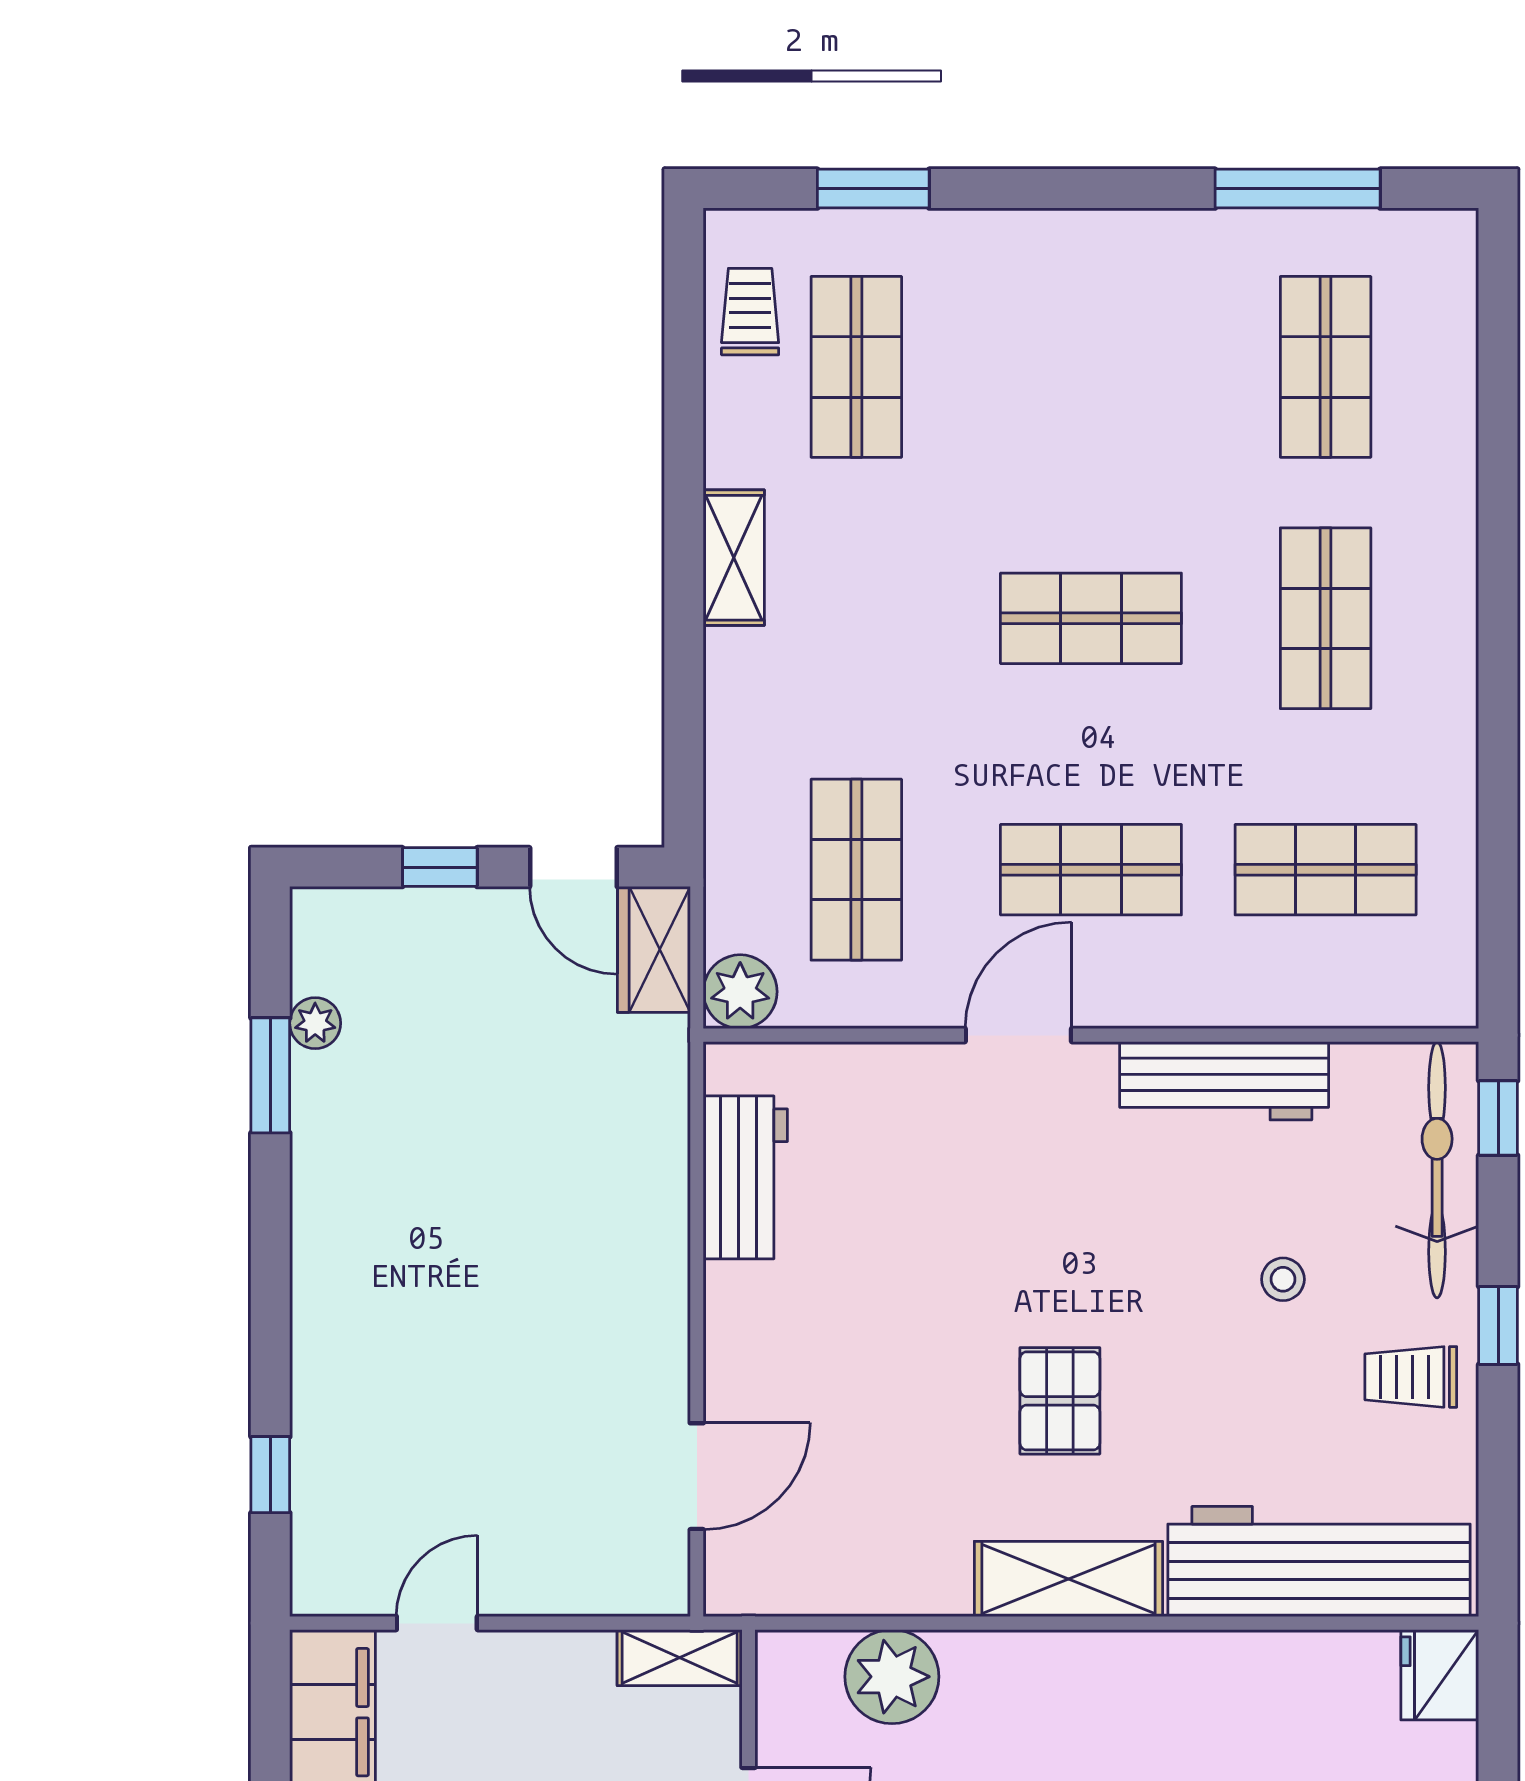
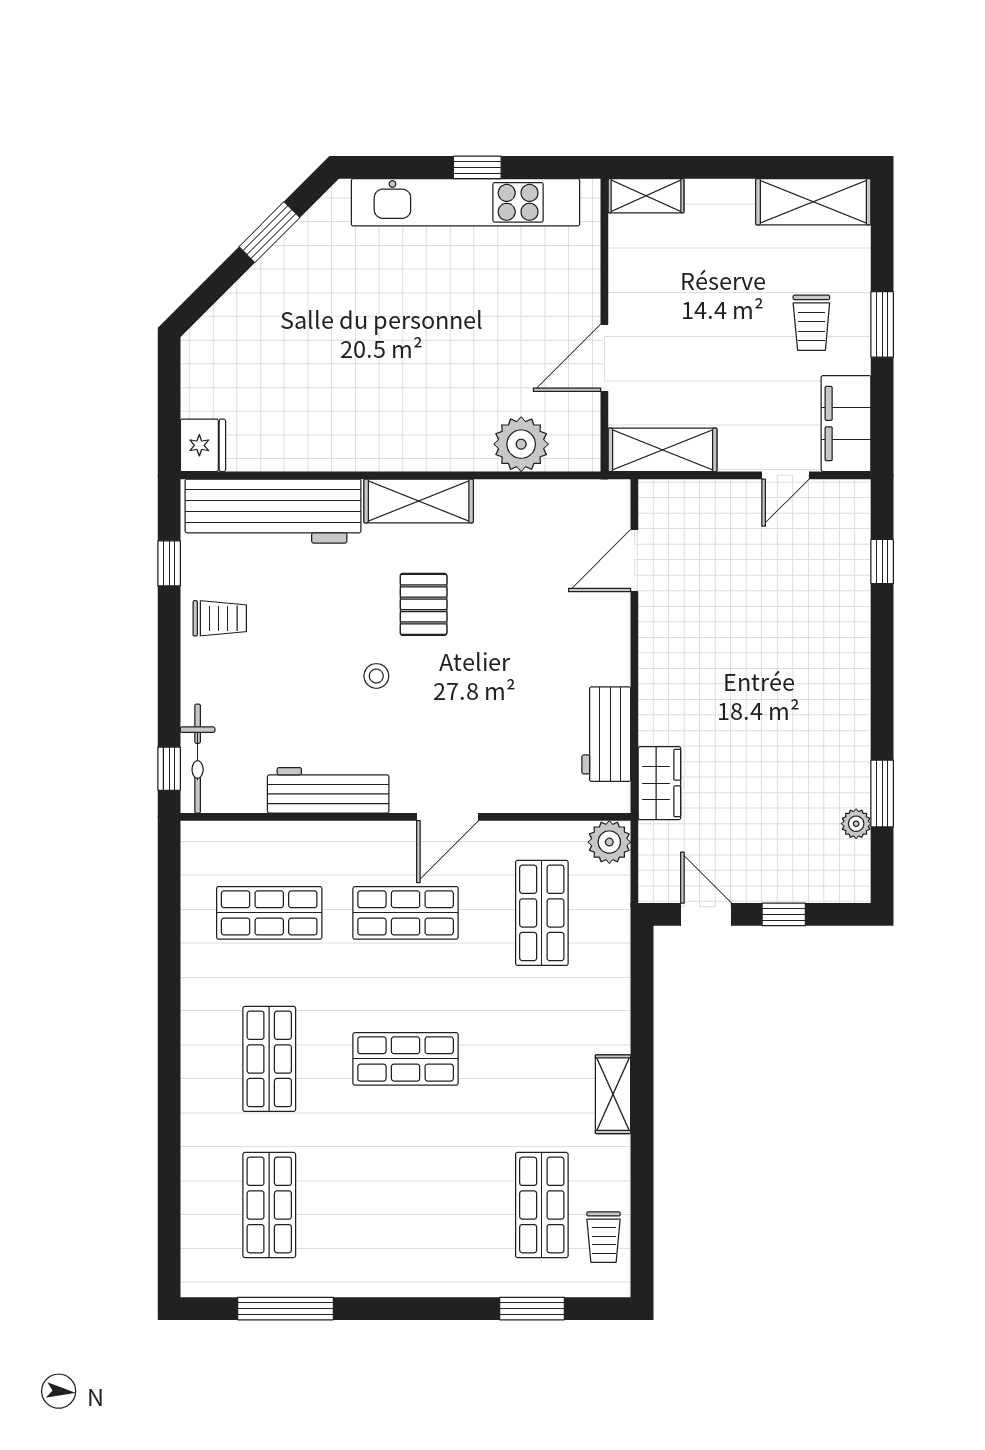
wardrobe: (654, 949) -> (659, 783), moved
bicycle: (1437, 1170) -> (198, 759), width x0.73, depth x0.71
stool: (1283, 1279) -> (376, 676), moved
window: (1498, 1325) -> (169, 563), moved
shelving: (680, 1658) -> (663, 450), width x1.50, depth x1.33

